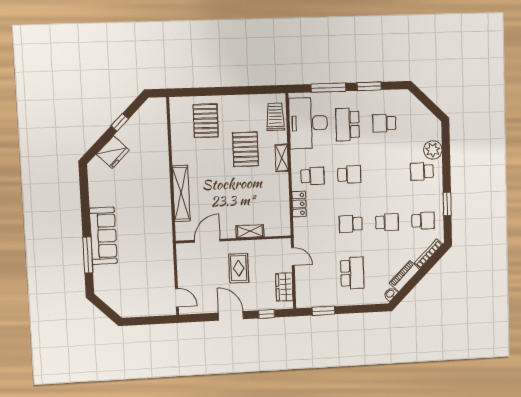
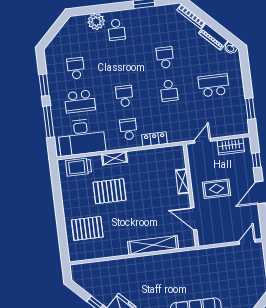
school desk: (384, 123) -> (76, 68), turned 180
school desk: (423, 221) -> (161, 24), removed

